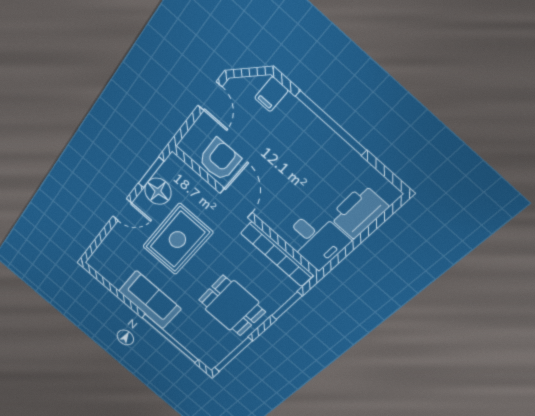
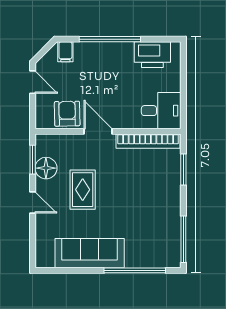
door: (122, 210) -> (33, 202), hinge flipped
printer: (358, 212) -> (152, 55), moved, turned -90
rug: (177, 240) -> (83, 190), width x0.73, depth x0.70
sofa: (150, 300) -> (90, 253), width x1.36
dining table: (232, 306) -> (152, 203), removed

